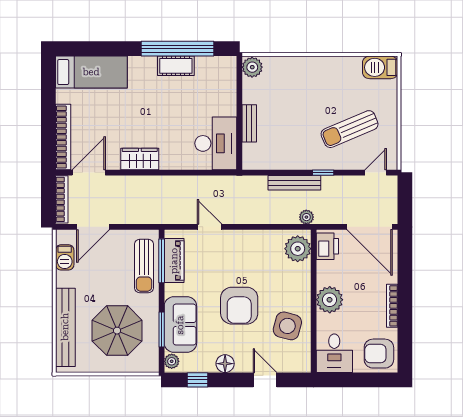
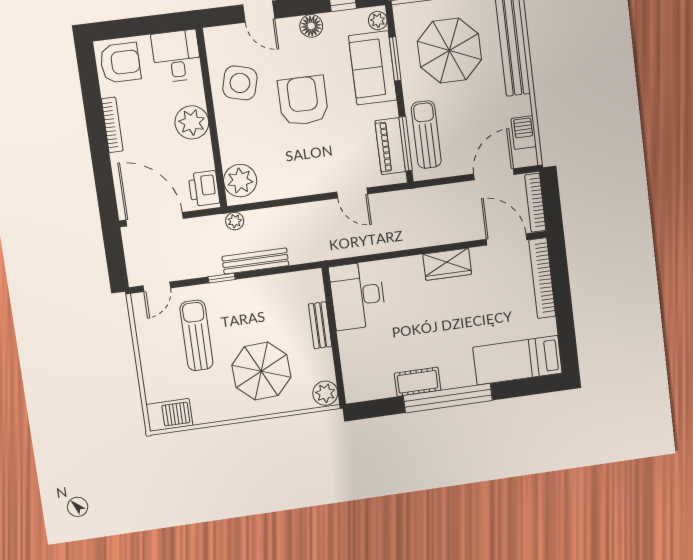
window: (178, 49) -> (448, 398), moved
parasol: (302, 93) -> (261, 371), added
sun lounger: (350, 129) -> (196, 335), turned -67
door: (89, 173) -> (507, 239), swing flipped

